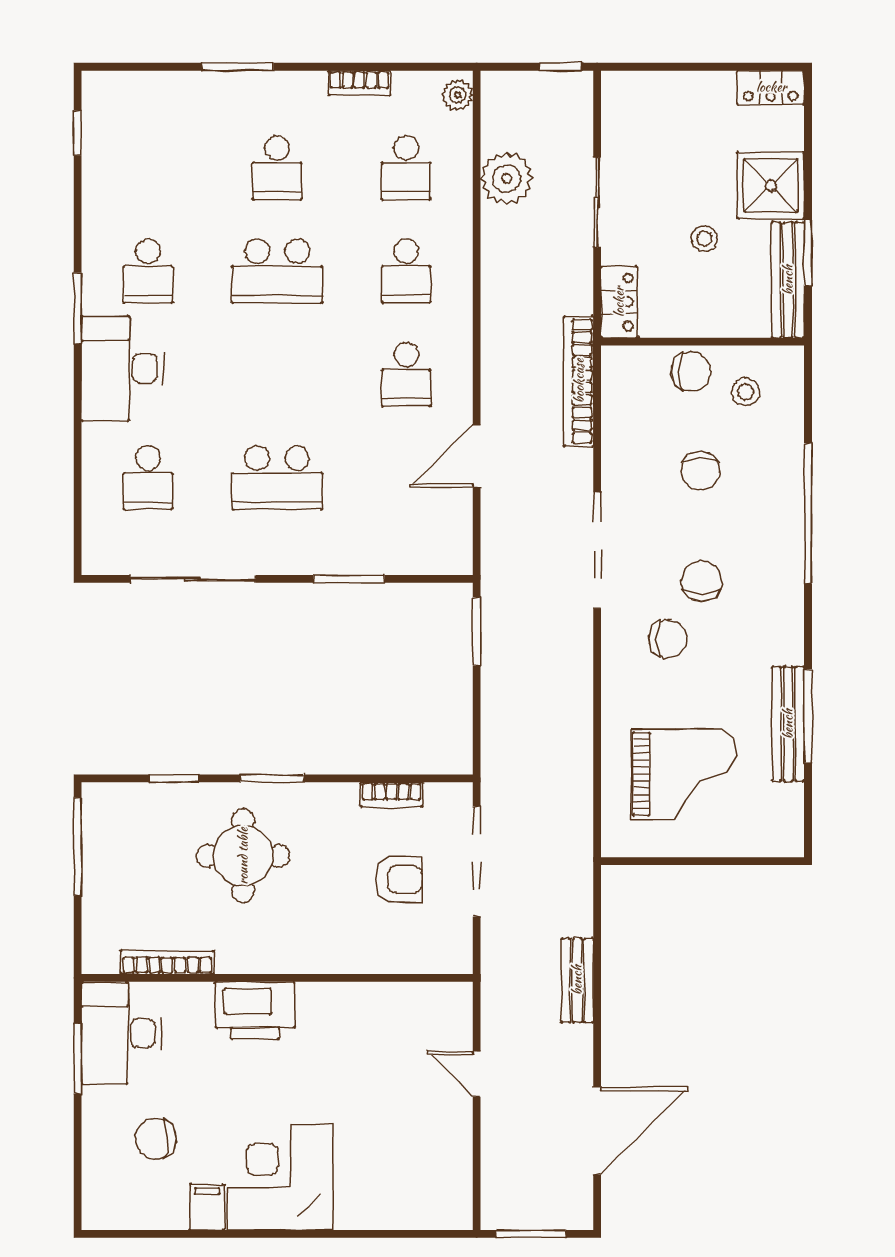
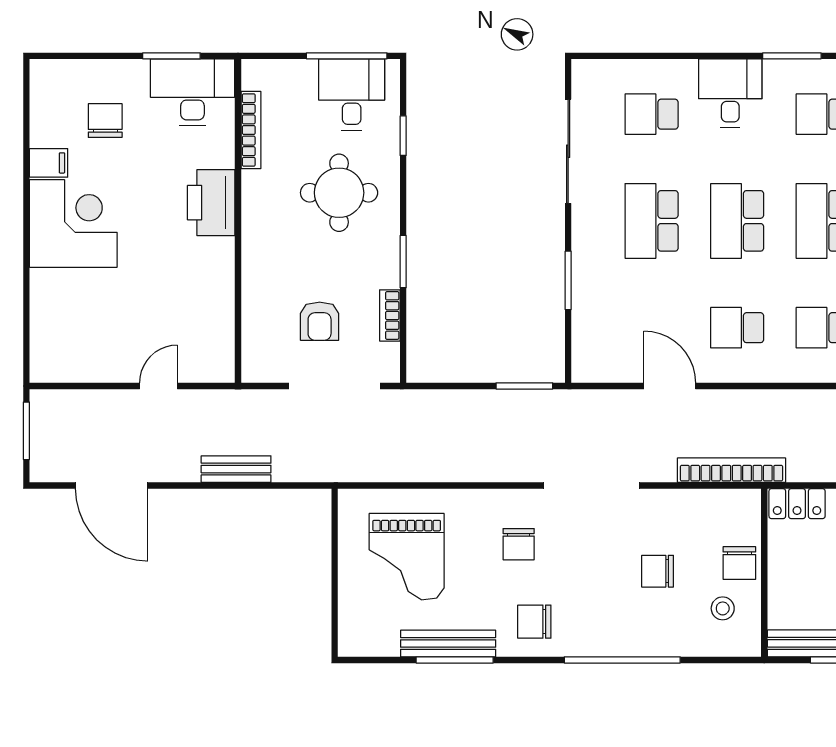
desk: (123, 368) -> (730, 93), width x0.73
school desk: (277, 374) -> (737, 221), added
chair: (702, 581) -> (534, 622), moved, turned 180
window: (272, 778) -> (403, 262), moved
desk: (124, 841) -> (352, 95), added

